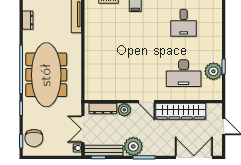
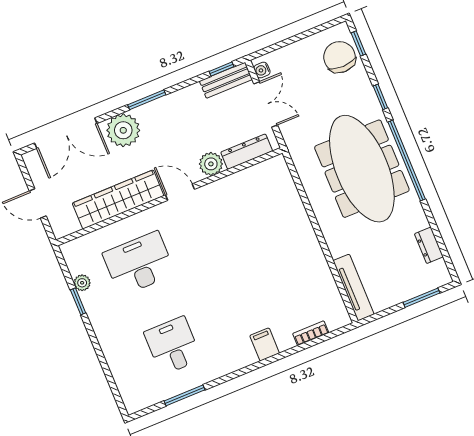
plant: (213, 71) -> (82, 283), width x0.53, depth x0.53
plant: (133, 146) -> (123, 130), moved
bench: (104, 150) -> (226, 80), width x0.73

